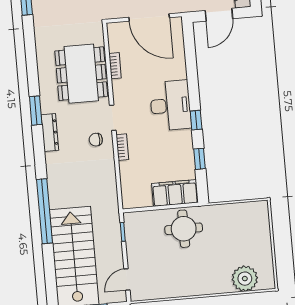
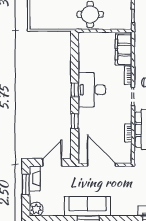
desk: (170, 105) -> (92, 90), moved
window: (199, 159) -> (75, 121), moved
filing cabinet: (175, 193) -> (124, 50), moved, turned 90

